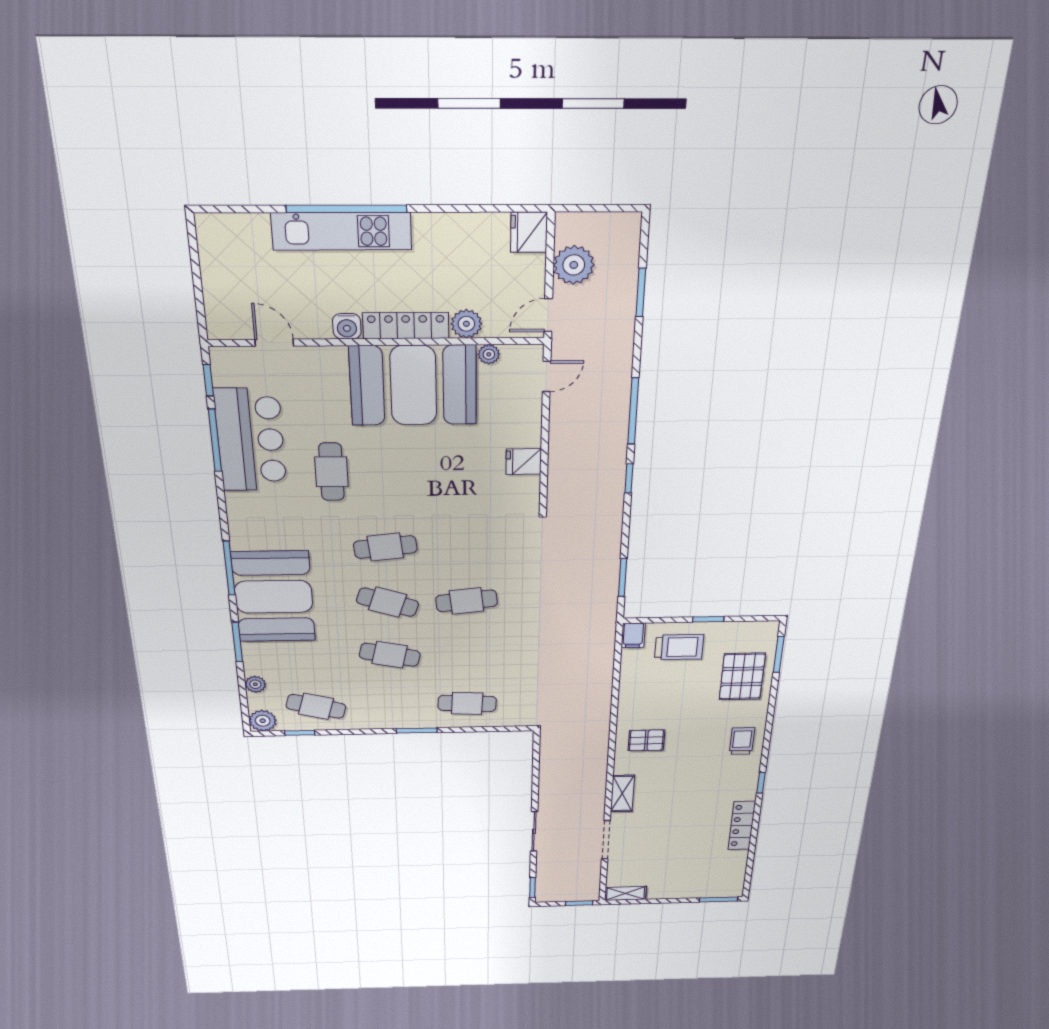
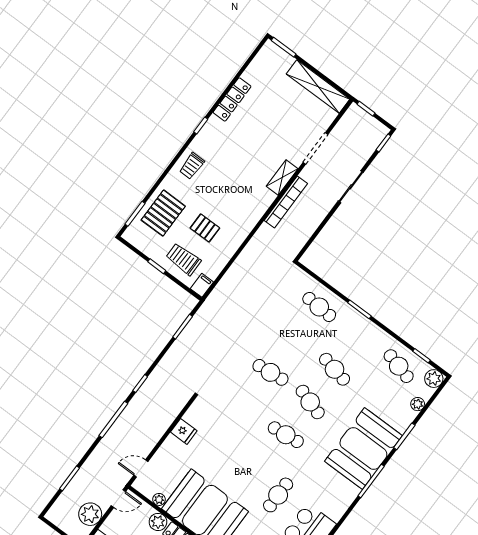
pallet: (646, 740) -> (205, 228), moved
bookcase: (598, 775) -> (286, 202), added
shelving: (626, 893) -> (318, 87), width x2.20, depth x1.33

